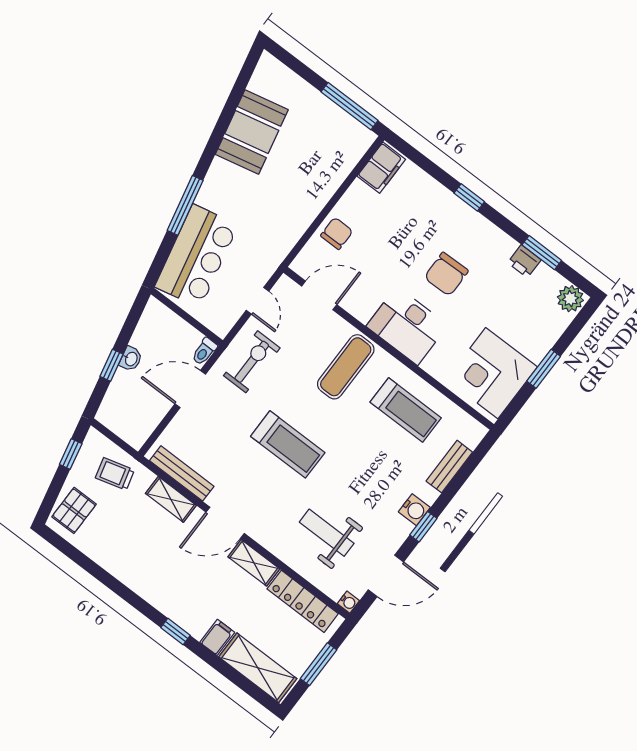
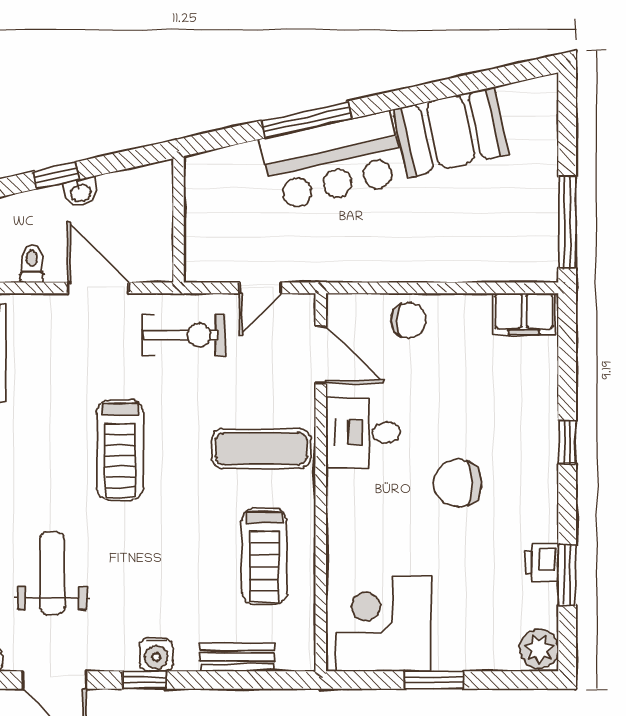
bar counter: (197, 256) -> (333, 161), moved
desk: (407, 326) -> (363, 432), moved, width x0.73
toilet: (204, 351) -> (32, 263), moved, turned 90

